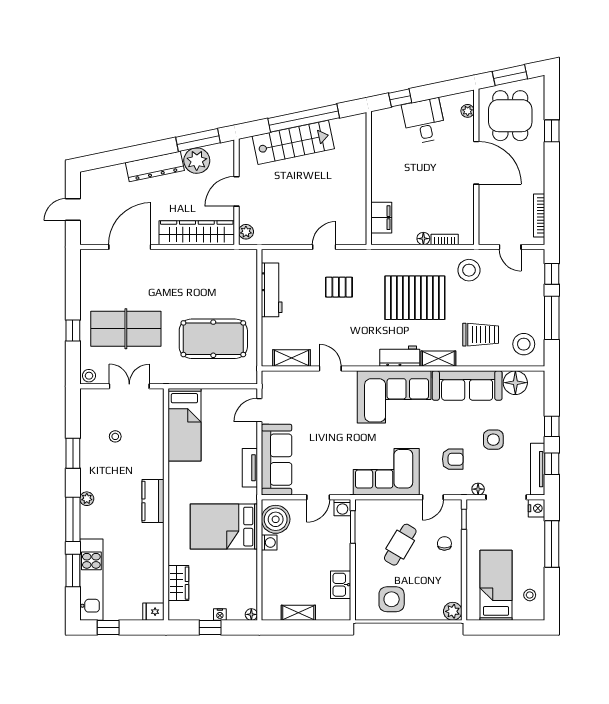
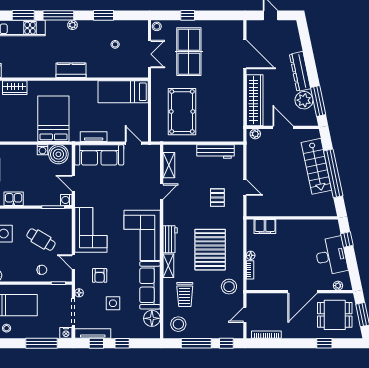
desk: (424, 121) -> (331, 256), width x1.37

